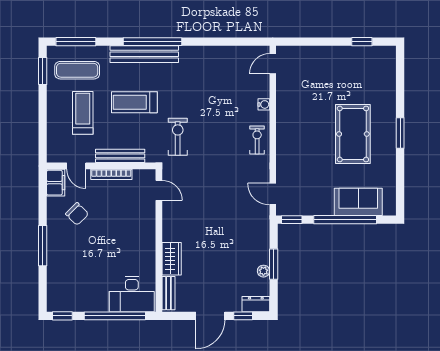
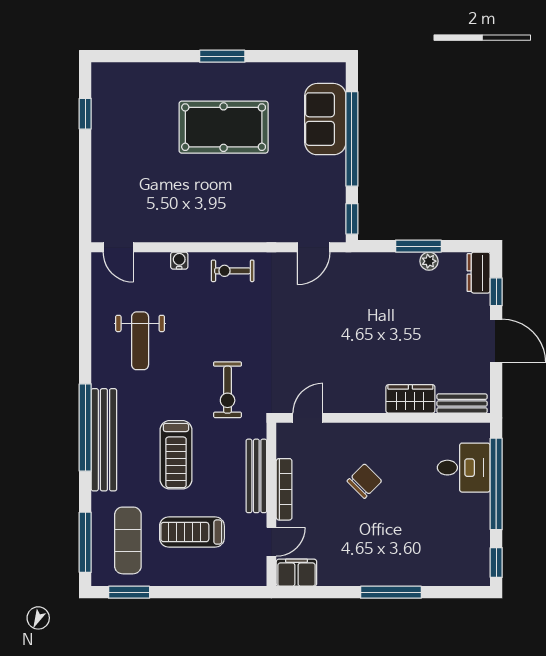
weight bench: (210, 78) -> (140, 341), added
exercise bike: (178, 137) -> (228, 390), turned -90
chair: (77, 214) -> (364, 481), moved
desk: (132, 294) -> (464, 468), width x0.73

